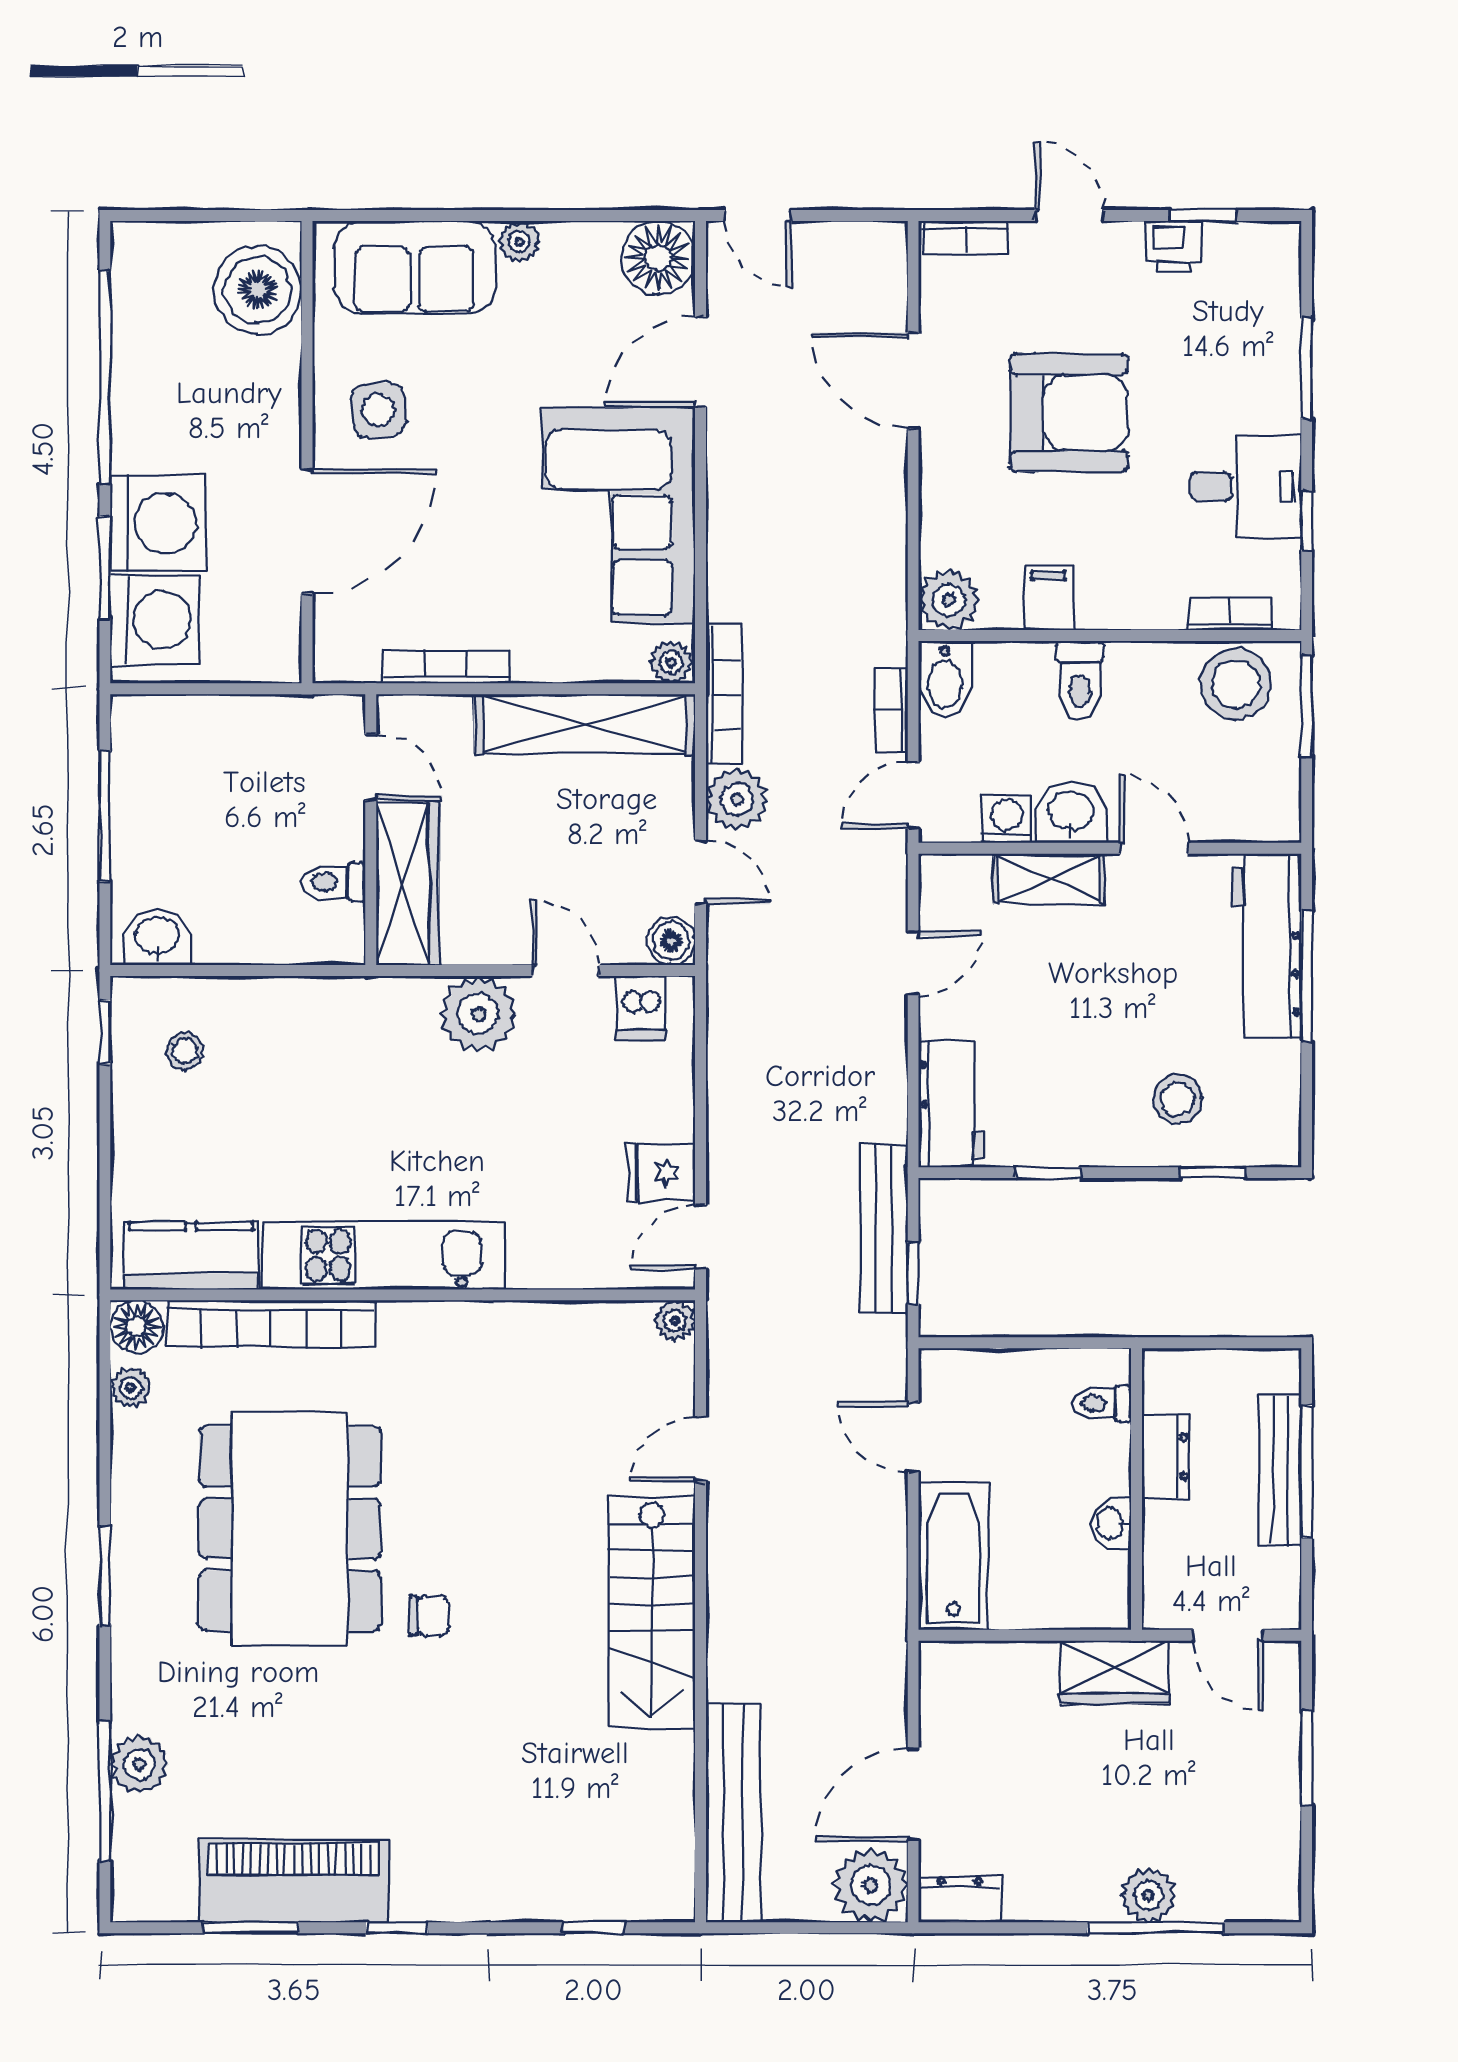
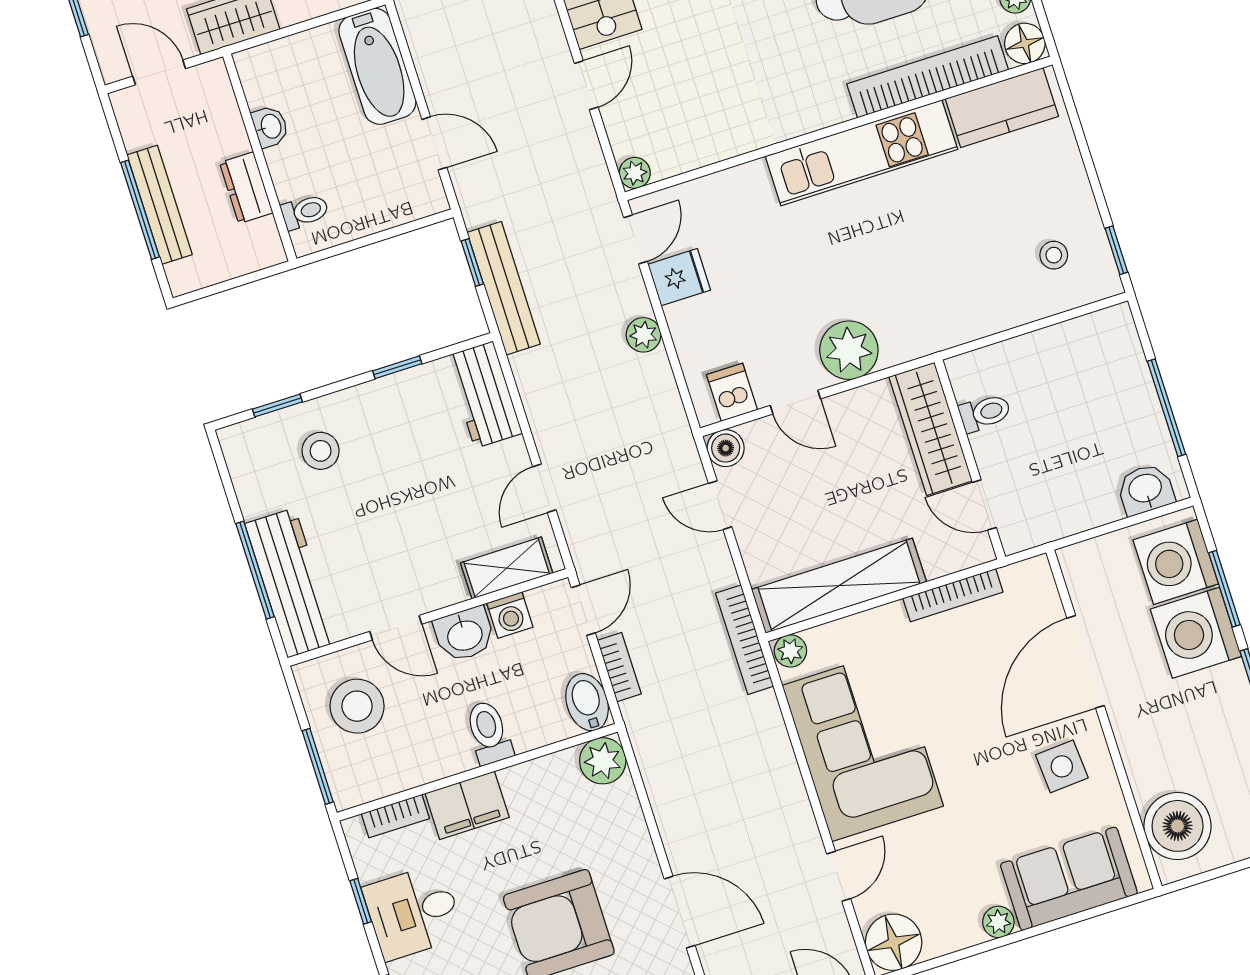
door: (700, 362) -> (839, 876), width x0.73
filing cabinet: (1048, 598) -> (467, 805), moved, width x2.00
stool: (1236, 684) -> (357, 706), moved
plant: (737, 799) -> (643, 335), moved, width x0.73, depth x0.73
shelving: (1049, 879) -> (507, 568), moved
washbasin: (157, 937) -> (1146, 489), moved, turned 180

